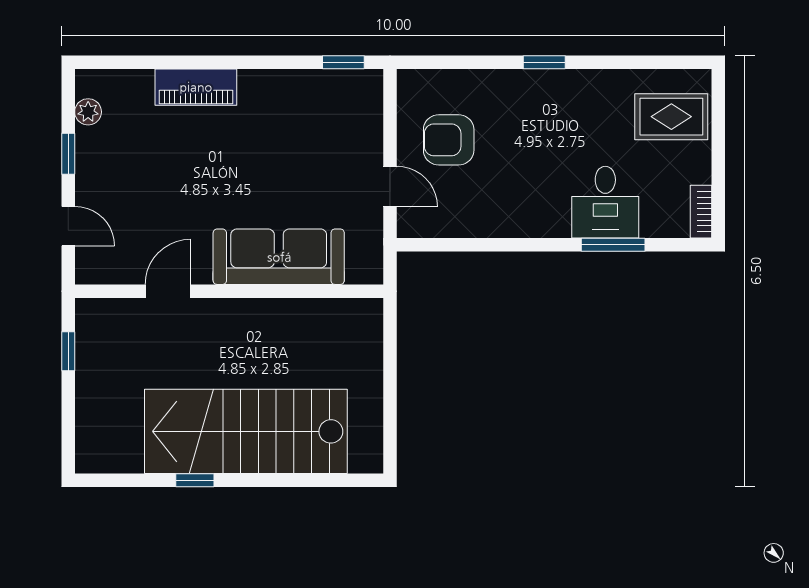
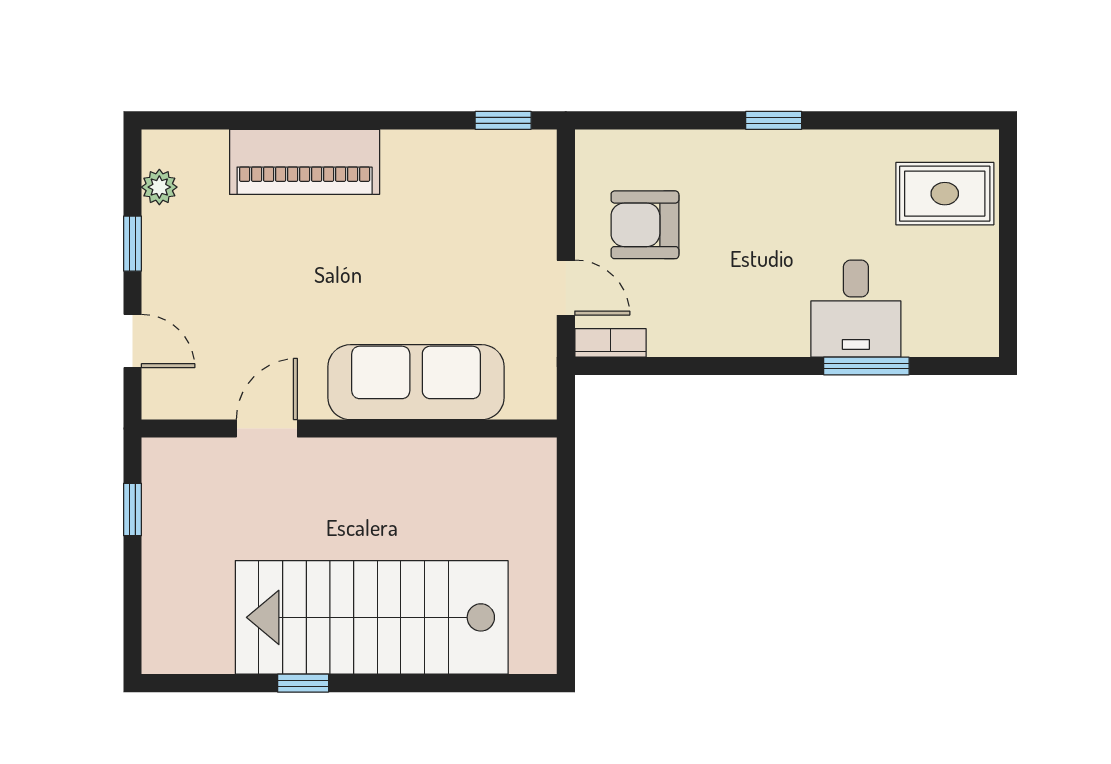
piano: (196, 87) -> (305, 162), width x1.37, depth x1.33
bookcase: (701, 212) -> (610, 343), moved, turned 90

